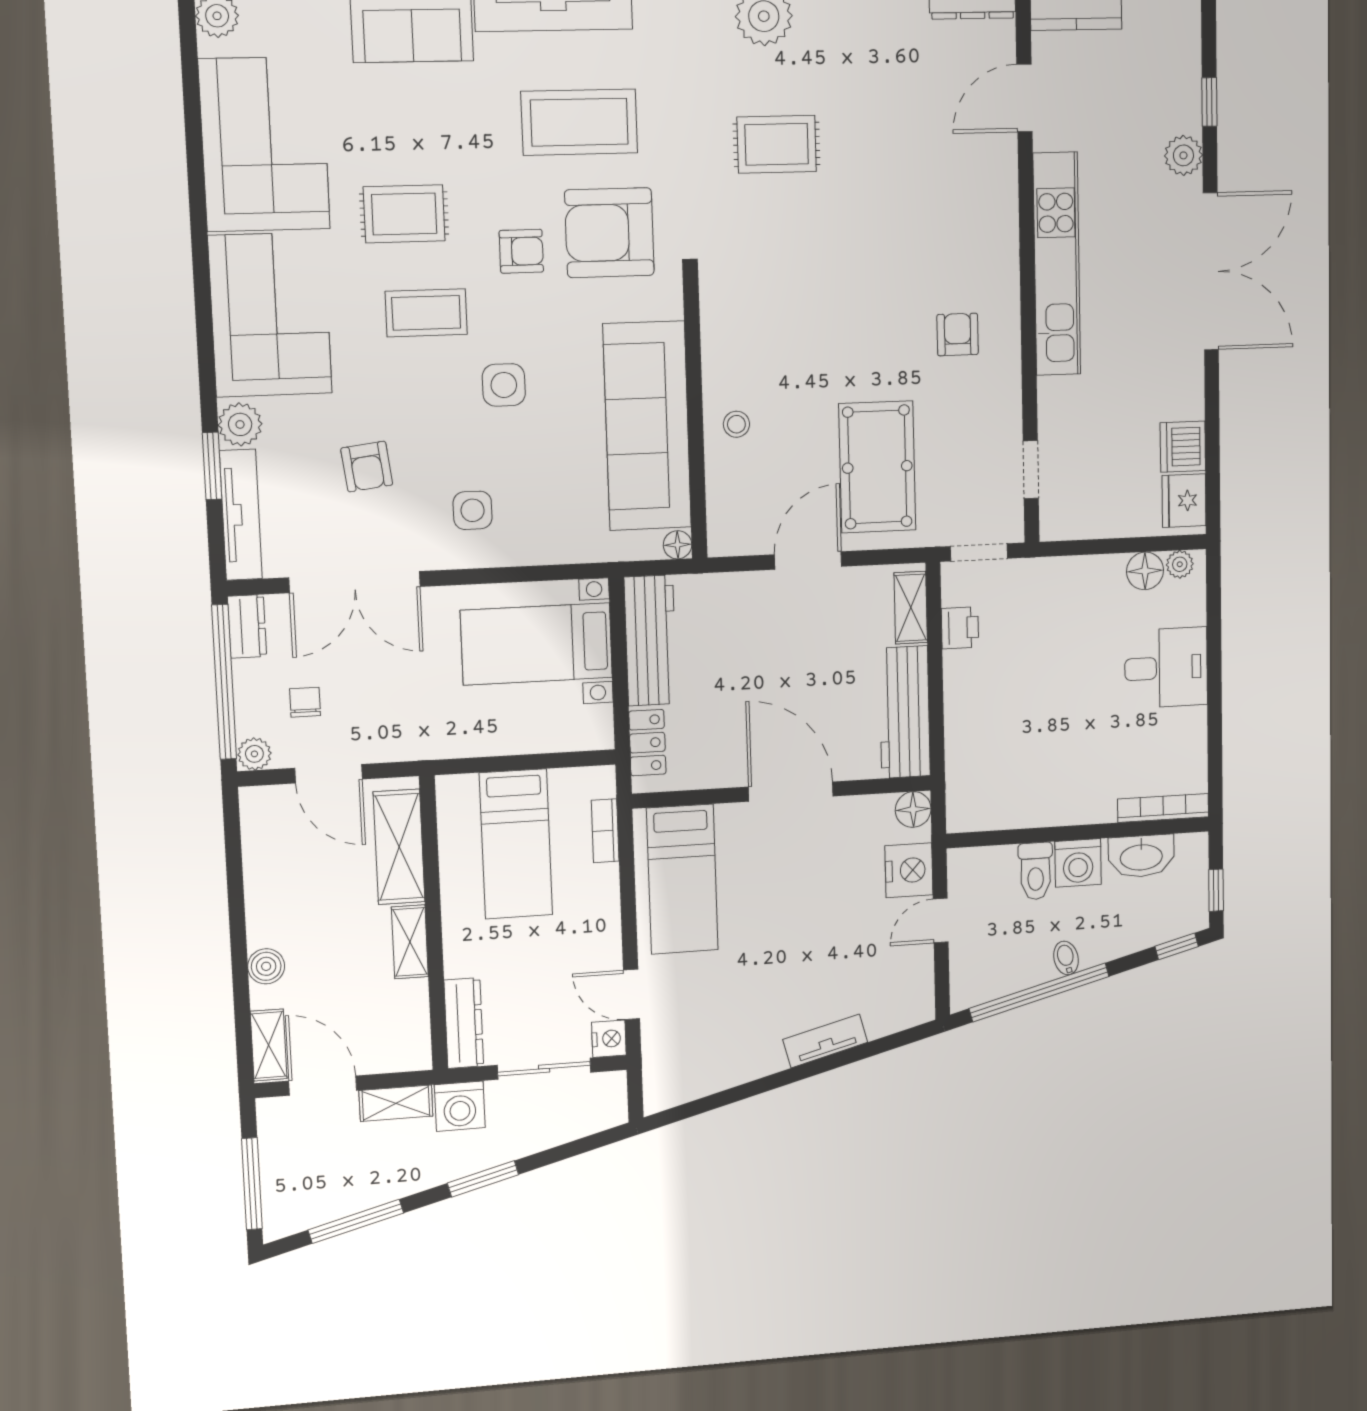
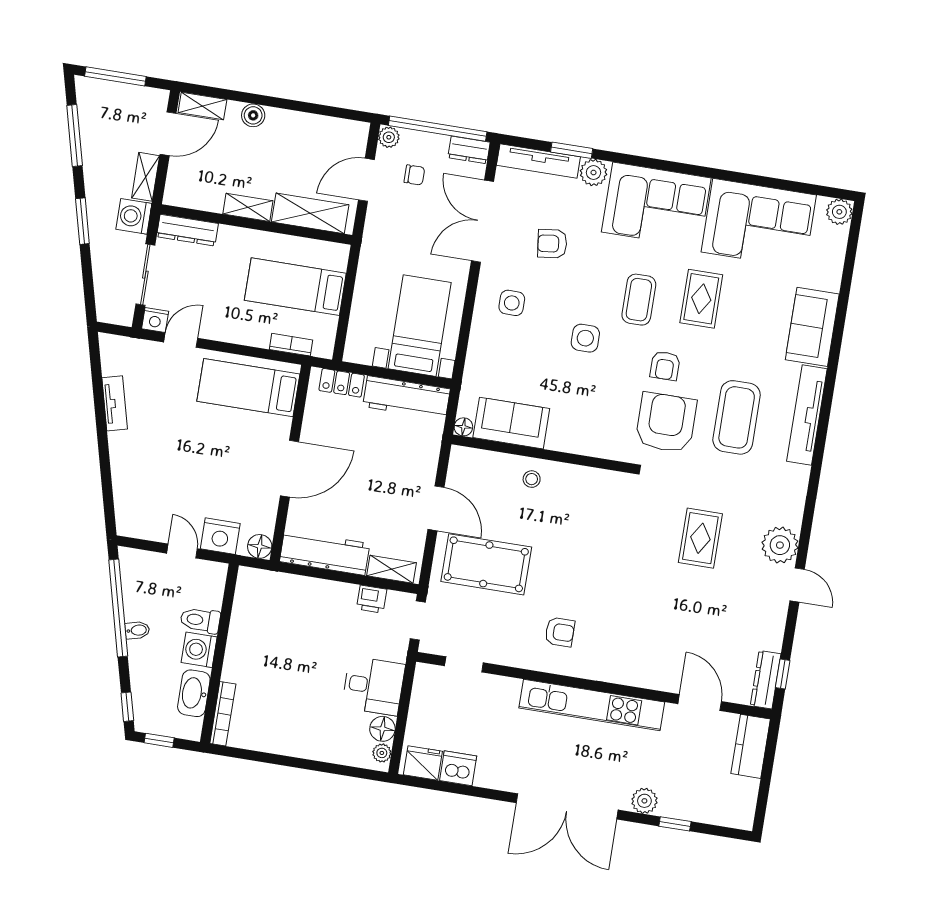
sofa: (647, 426) -> (511, 423), width x0.54, depth x0.79
desk: (1166, 668) -> (373, 686), moved, turned -90
tv unit: (825, 1041) -> (115, 403), moved

